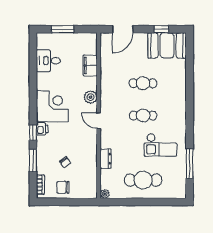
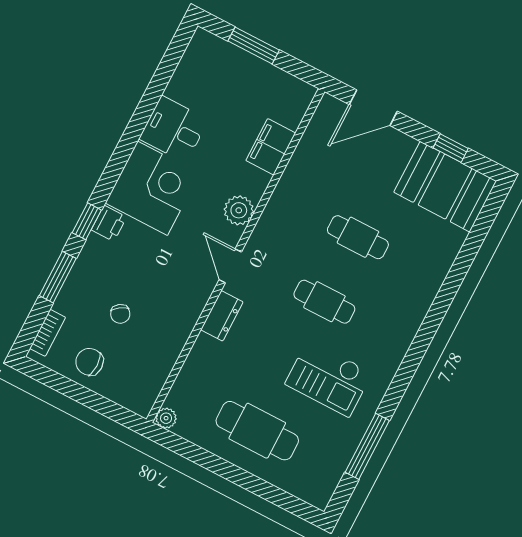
desk: (48, 61) -> (174, 129), moved
dresser: (106, 159) -> (222, 316), moved

